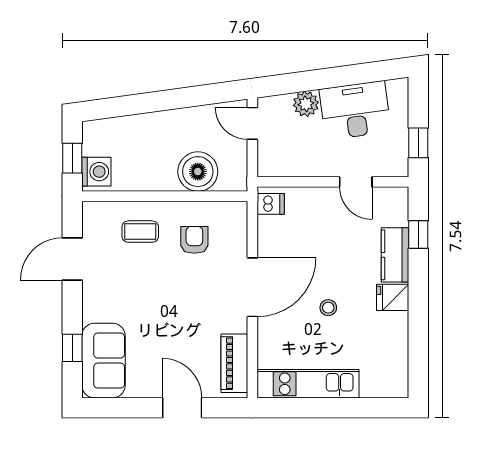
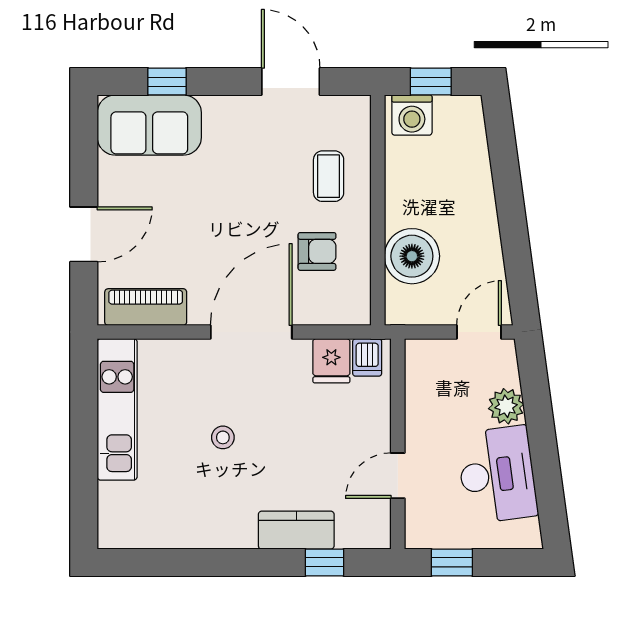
door: (252, 287) -> (251, 332), swing flipped
fridge: (393, 297) -> (331, 361), moved, turned 180

